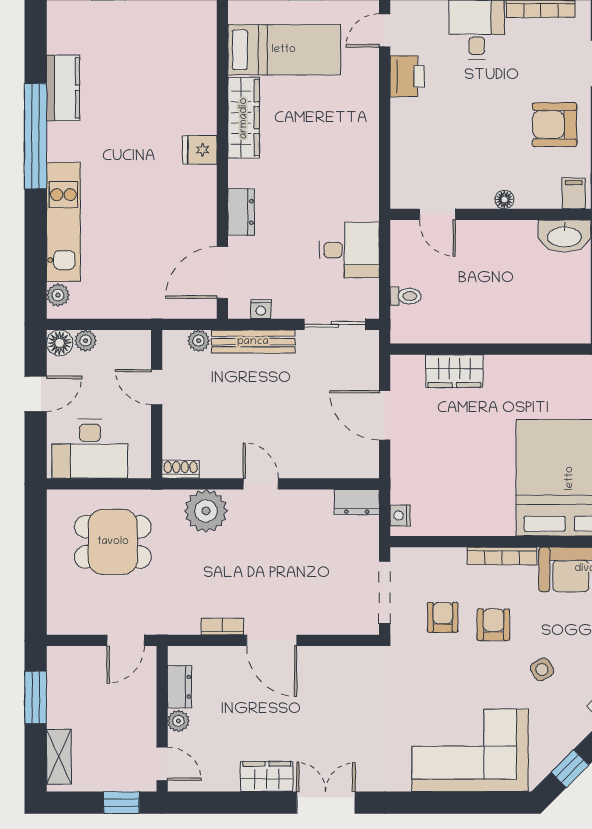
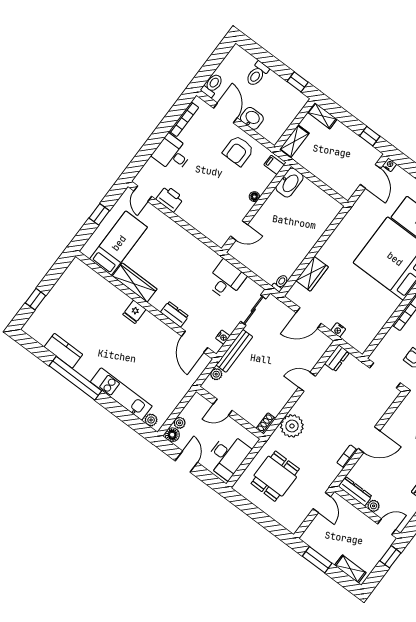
toilet: (406, 296) -> (280, 283), moved
door: (261, 484) -> (307, 382), moved
nightstand: (400, 516) -> (338, 330), moved
dresser: (179, 687) -> (355, 491), width x1.44

